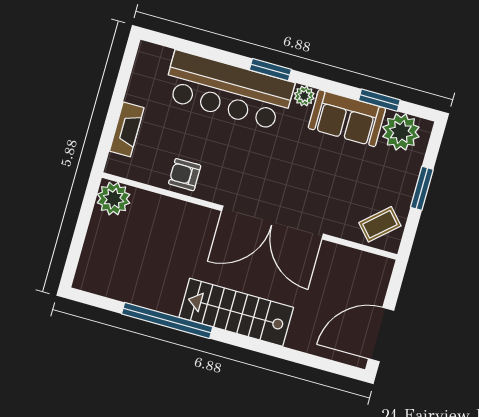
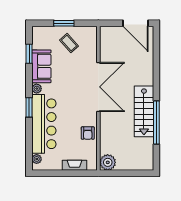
plant: (401, 132) -> (37, 159), moved, width x0.53, depth x0.53
coffee table: (380, 224) -> (69, 43), moved
stairs: (236, 312) -> (144, 111), moved

